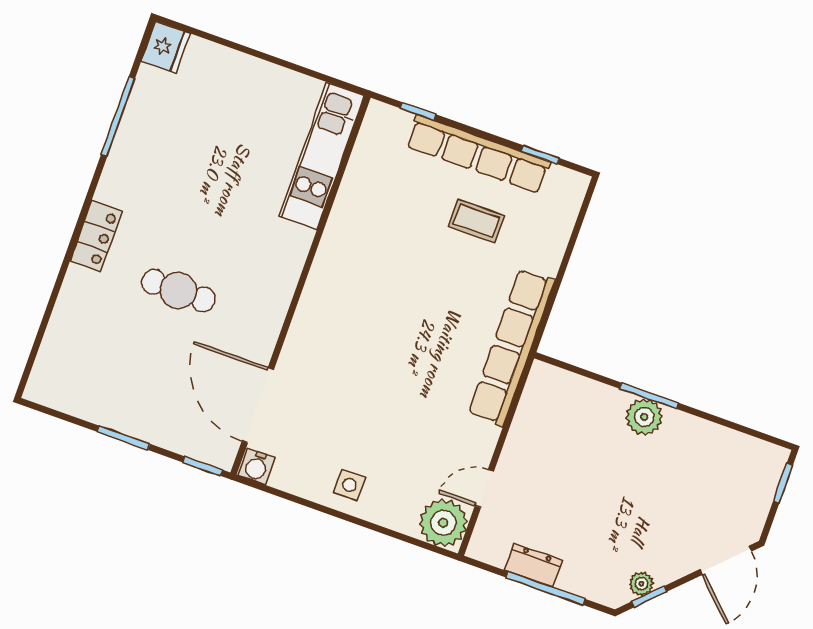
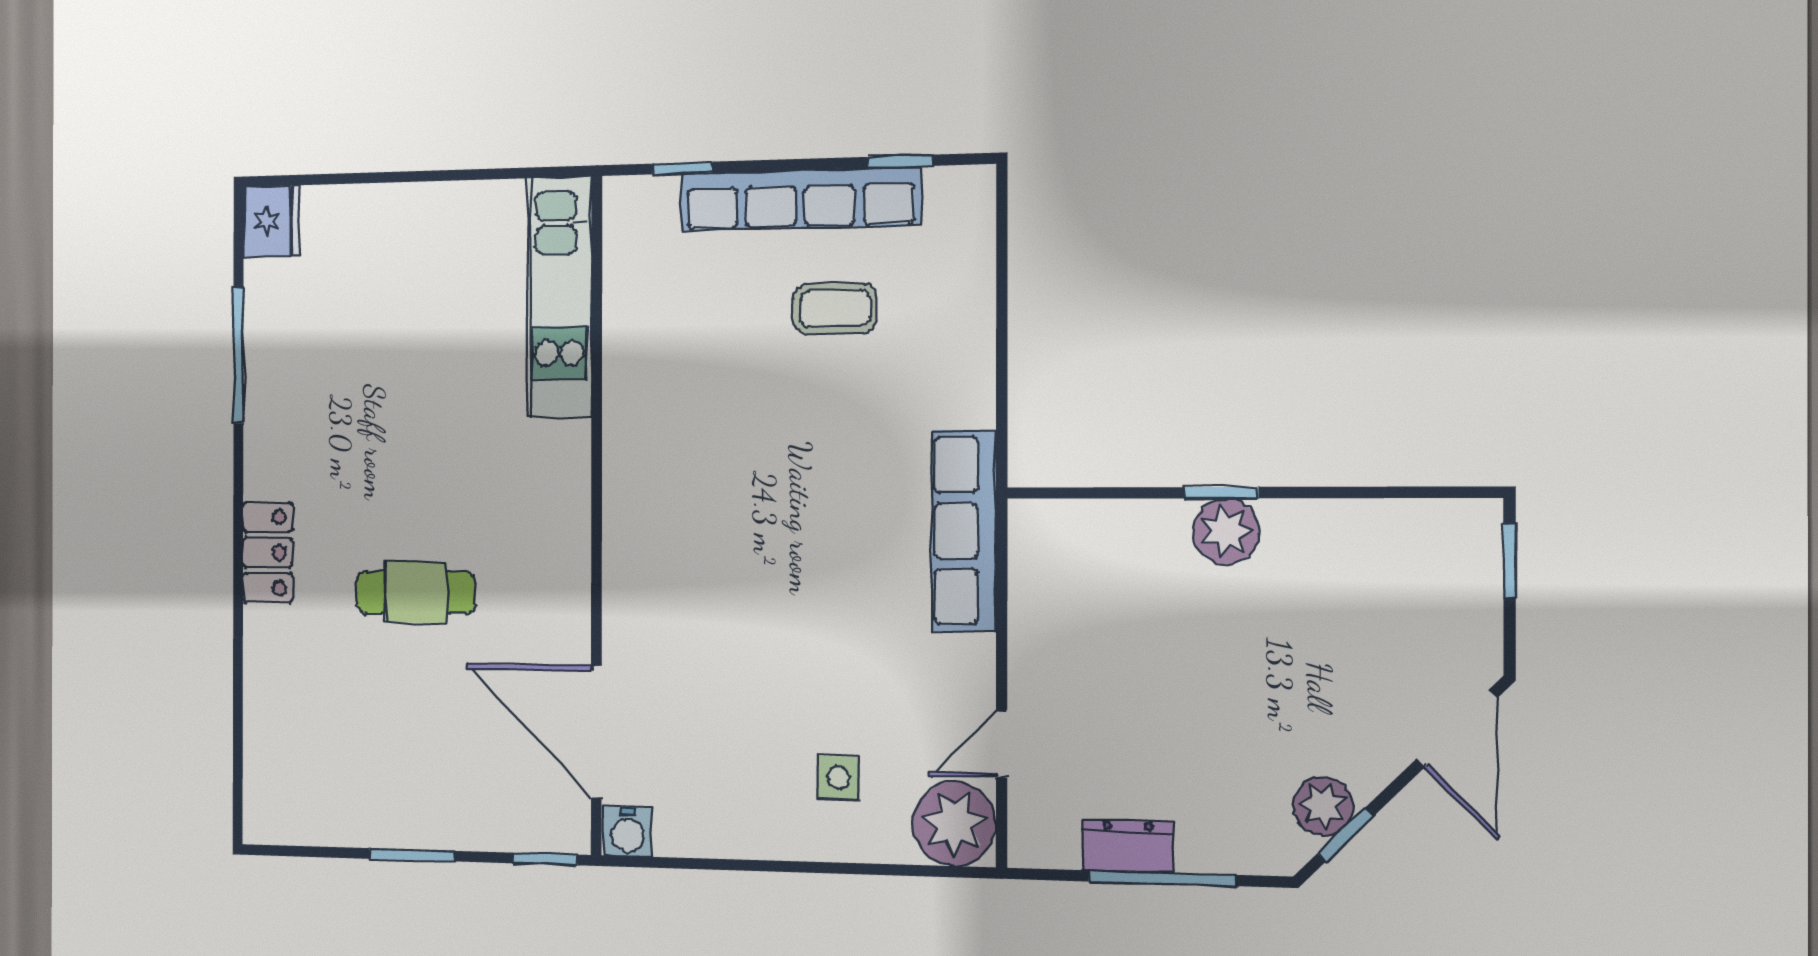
row of seats: (512, 347) -> (964, 531), width x0.73
window: (649, 396) -> (1222, 493), width x0.67
side table: (349, 485) -> (839, 778), moved
plant: (641, 584) -> (1323, 806), width x1.38, depth x1.38

